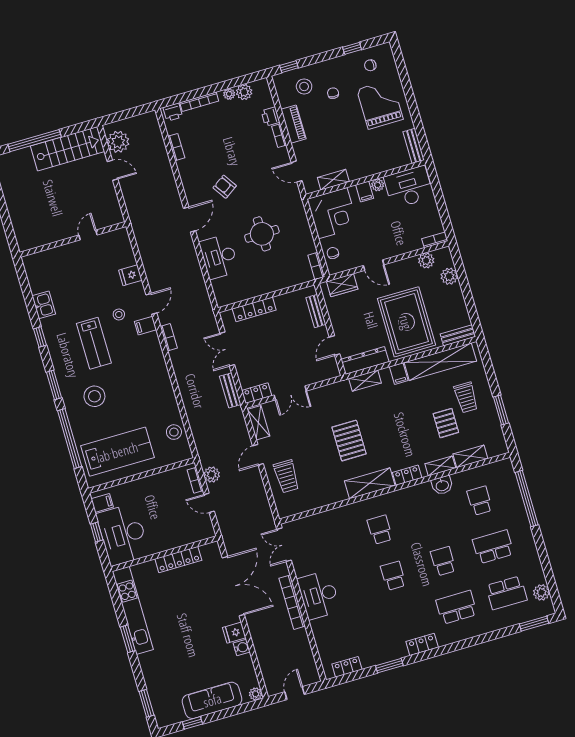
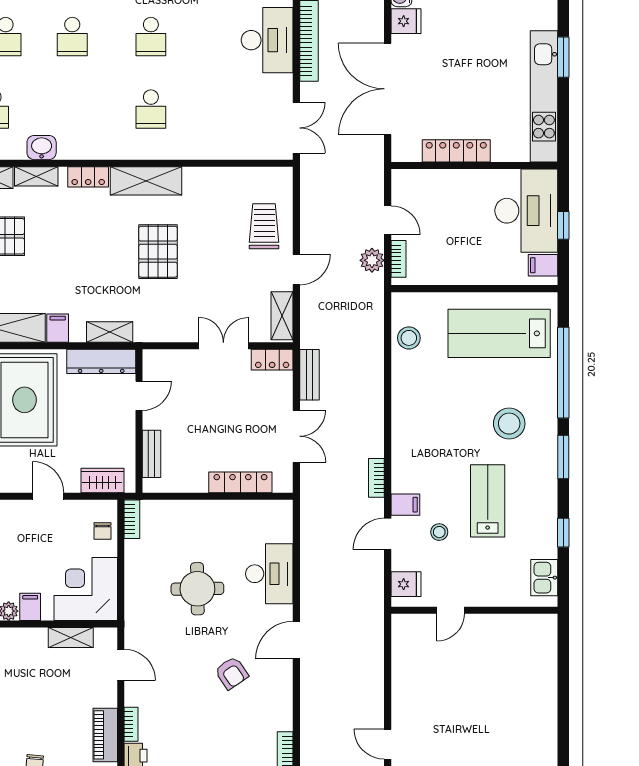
door: (88, 235) -> (451, 610), moved
wall: (73, 239) -> (474, 610), moved

